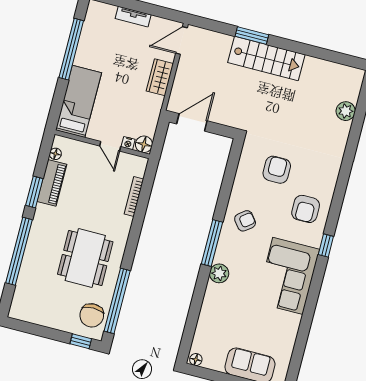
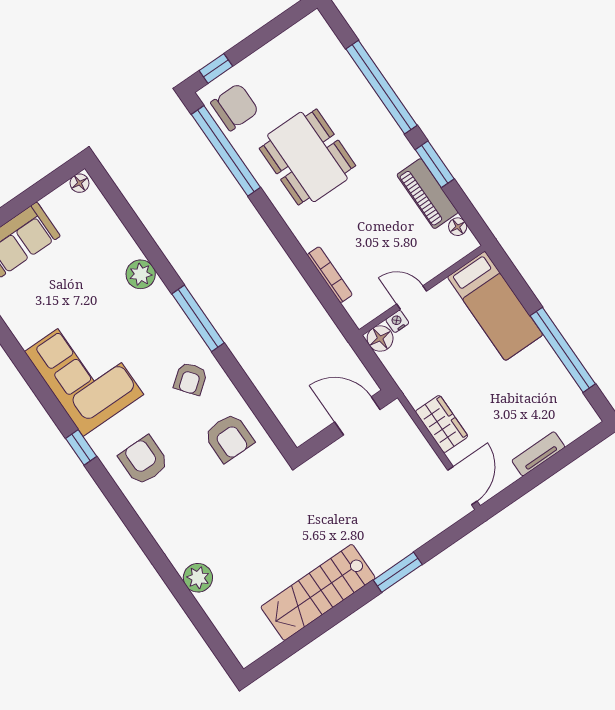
stairs: (266, 59) -> (318, 592), moved
plant: (346, 111) -> (198, 578), moved
door: (192, 122) -> (357, 416), swing flipped
armchair: (277, 170) -> (229, 438), moved
plant: (219, 273) -> (141, 274), moved
chair: (92, 315) -> (235, 107), turned 90

